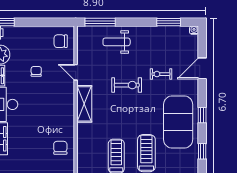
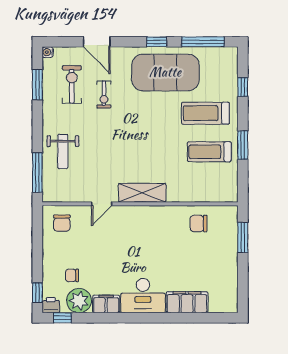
chair: (36, 71) -> (72, 275), moved
exercise bike: (127, 85) -> (72, 84), moved
window: (202, 151) -> (203, 42), width x2.17

